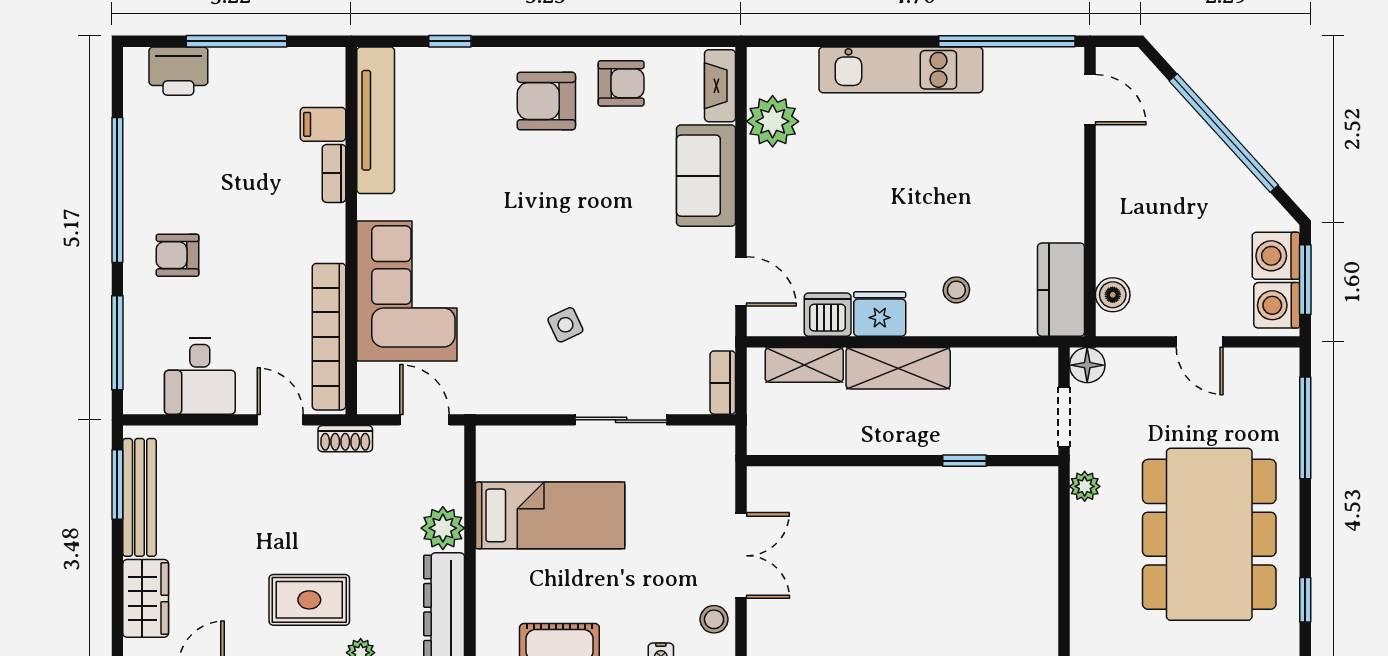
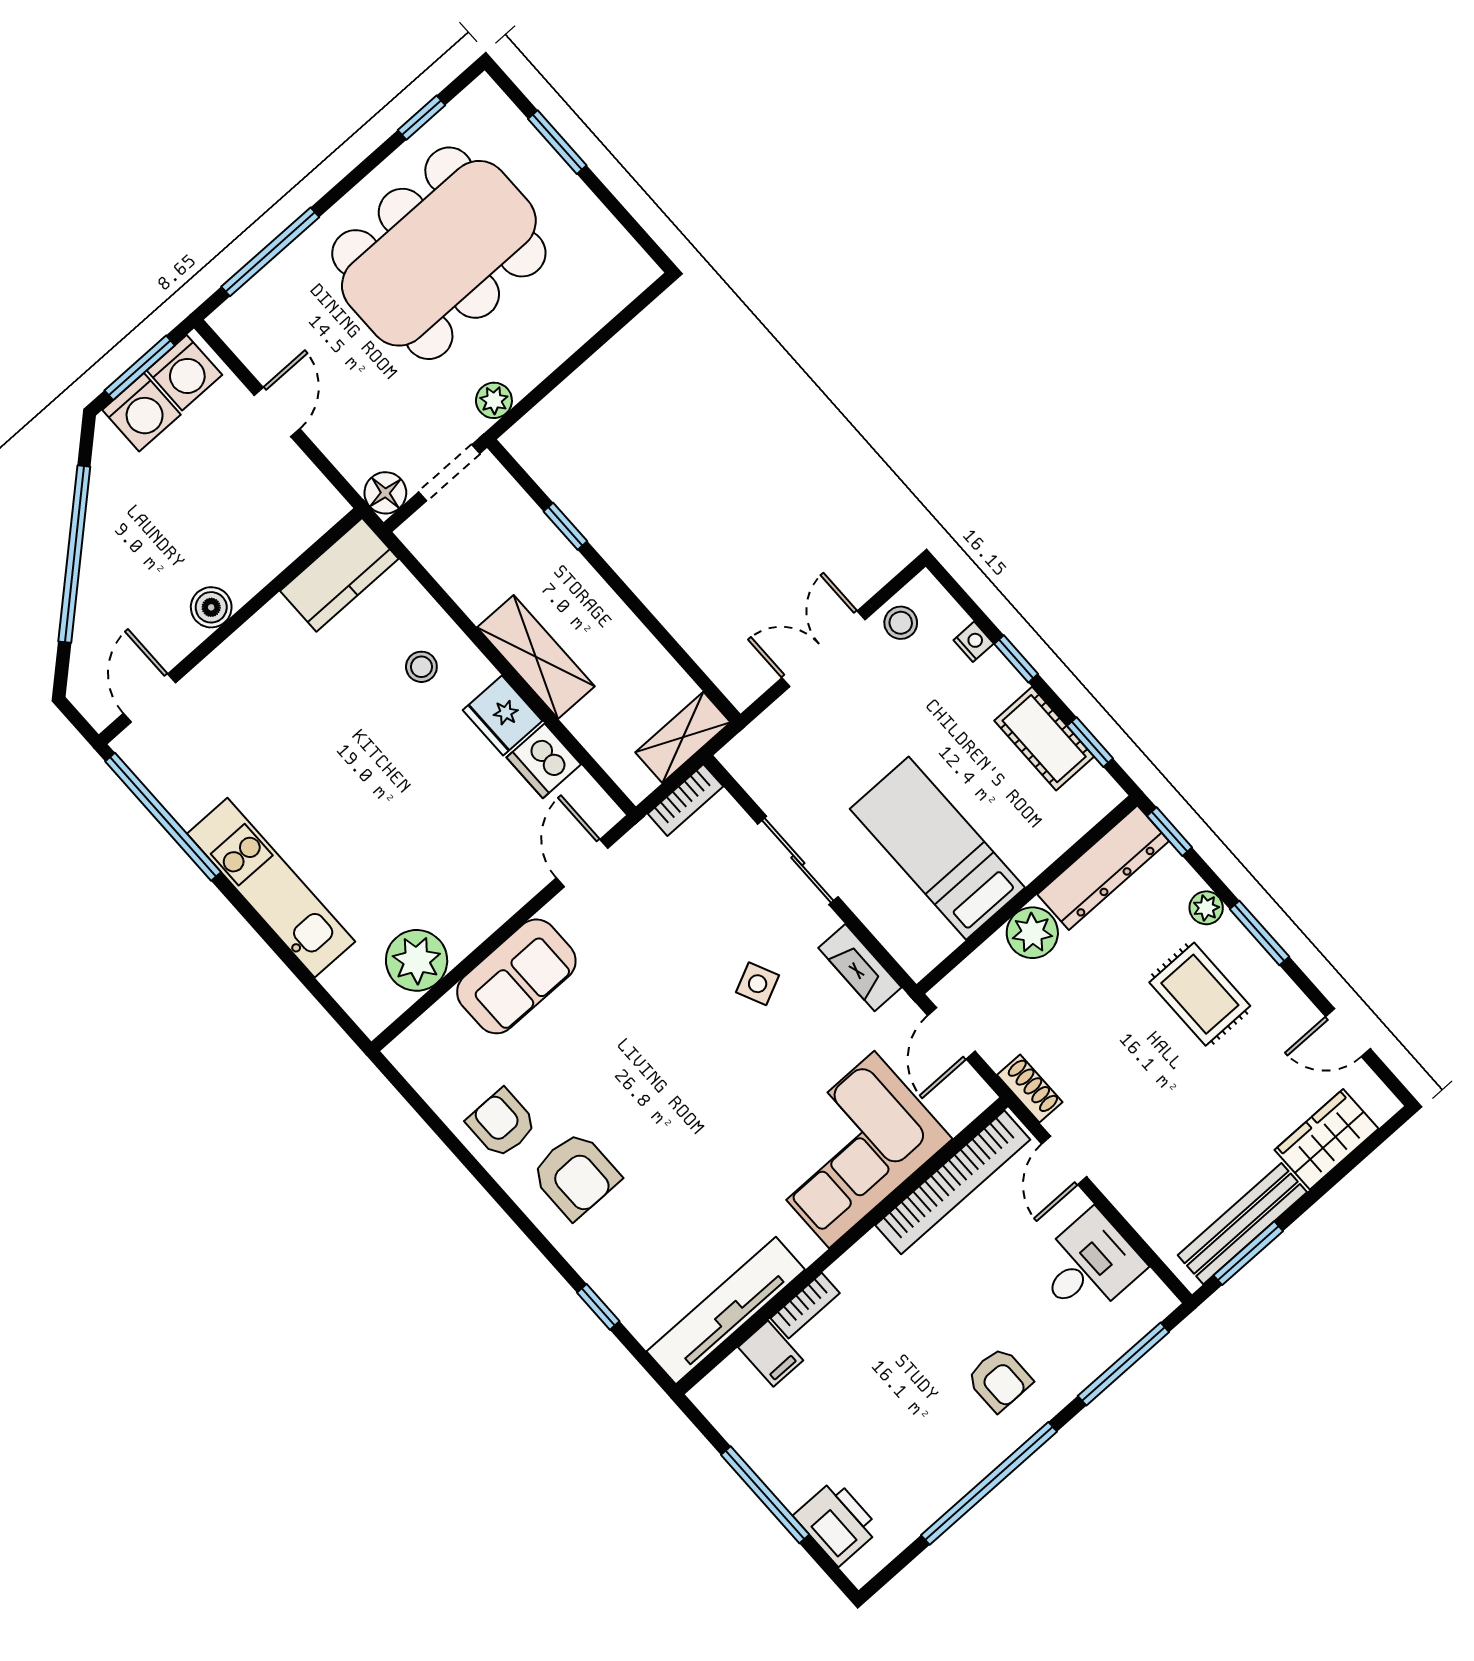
fireplace: (720, 86) -> (860, 968), moved, turned 90
boiler: (1113, 295) -> (211, 607), moved
shelving: (804, 365) -> (683, 737), moved, turned 90

